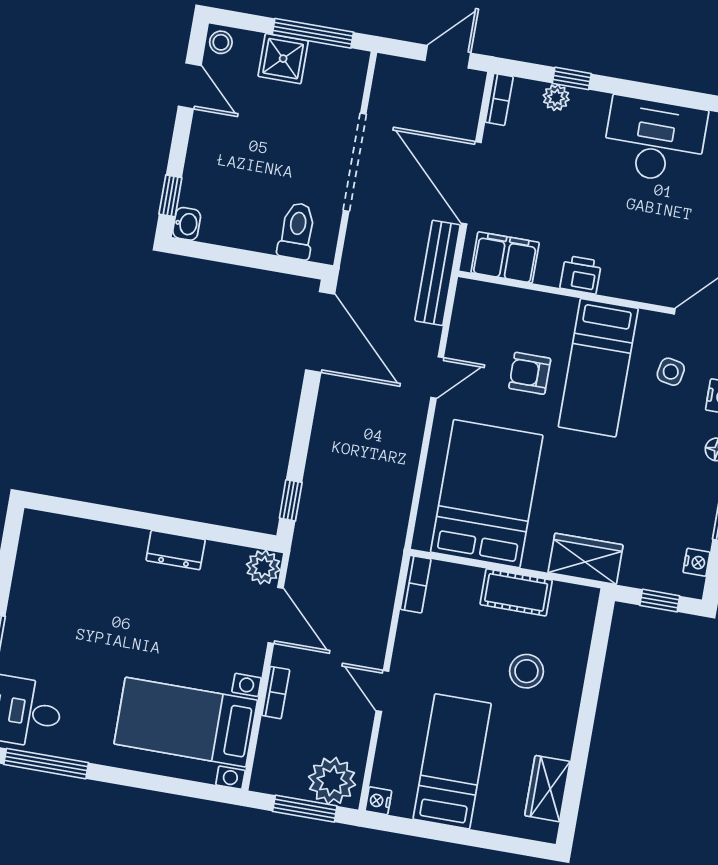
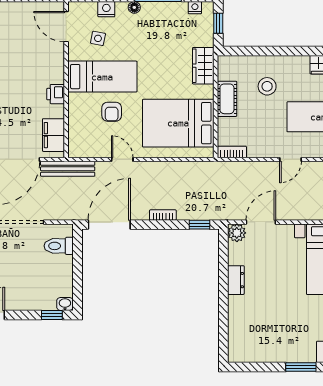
bookcase: (276, 693) -> (163, 215), moved

